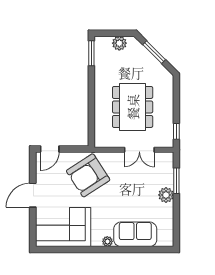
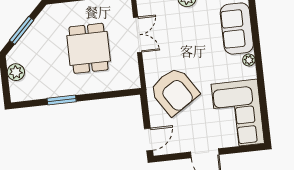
window: (91, 53) -> (62, 100), moved
dining table: (133, 107) -> (89, 48), width x0.73
door: (50, 149) -> (149, 140), hinge flipped

